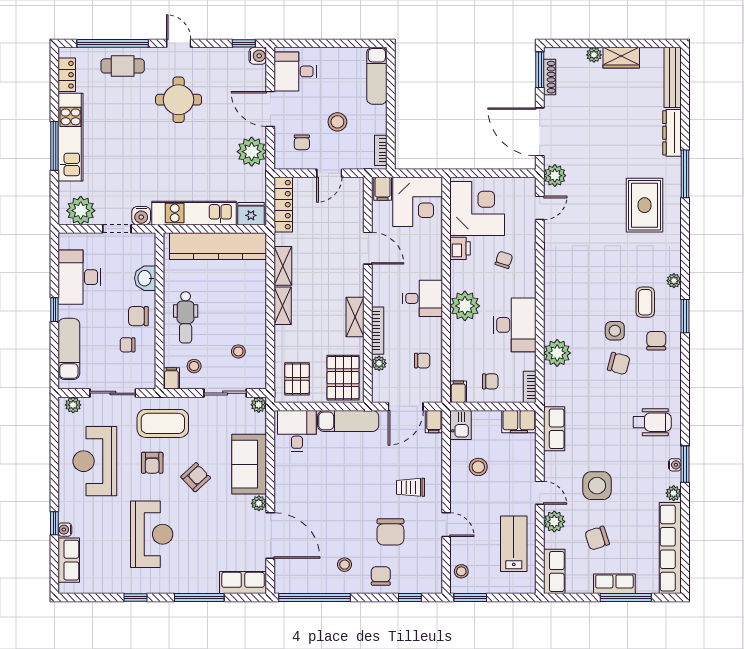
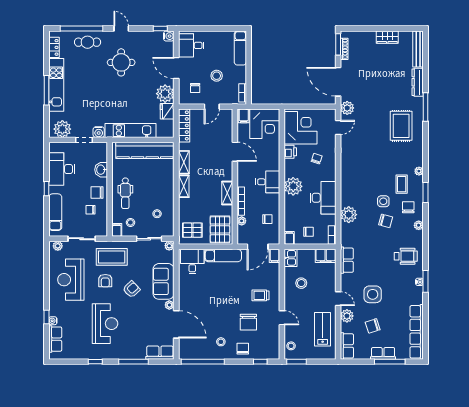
plant: (594, 55) -> (371, 35), removed
fridge: (251, 214) -> (167, 111), moved, turned -90
pallet: (297, 379) -> (192, 230), turned 90
plant: (674, 493) -> (419, 225), moved

